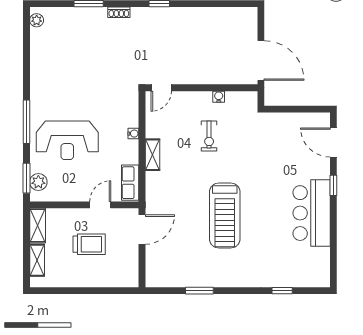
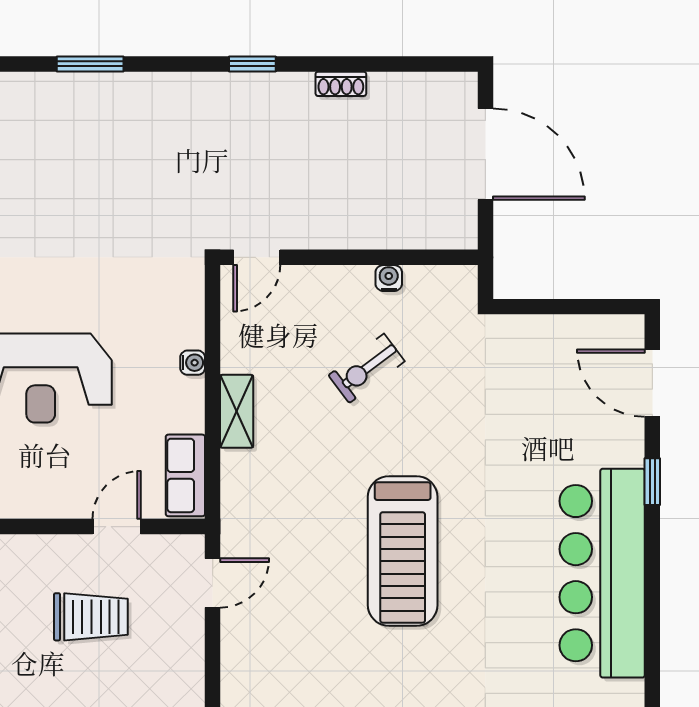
shoe rack: (119, 12) -> (341, 84), moved
door: (261, 61) -> (485, 154), moved
exercise bike: (209, 136) -> (367, 368), turned 53
bar counter: (312, 213) -> (602, 573), width x1.36
door: (142, 229) -> (213, 583), width x0.73

